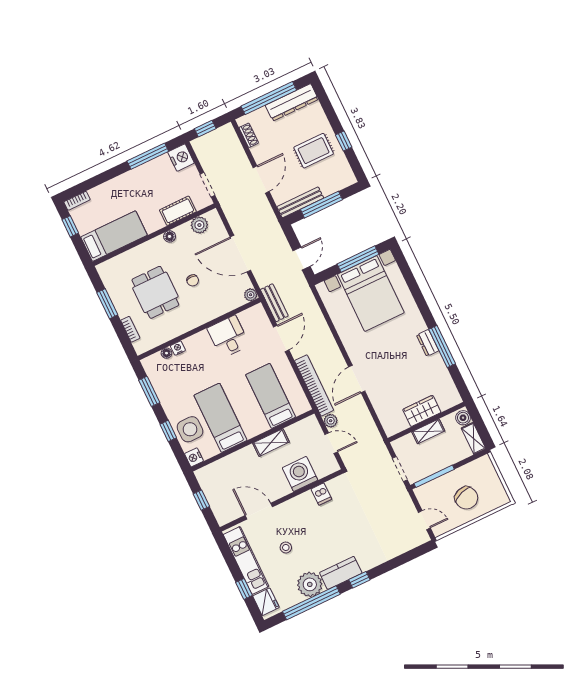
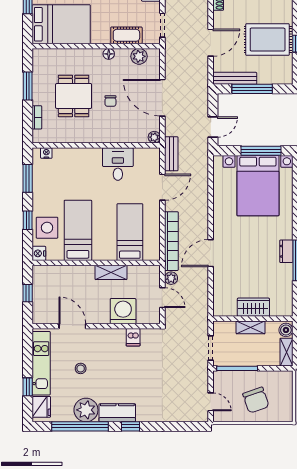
rug: (314, 151) -> (268, 40), width x1.36, depth x1.43
bed: (114, 236) -> (61, 24), width x1.50
nightstand: (178, 348) -> (46, 153), moved
floor lamp: (166, 353) -> (58, 153), removed

